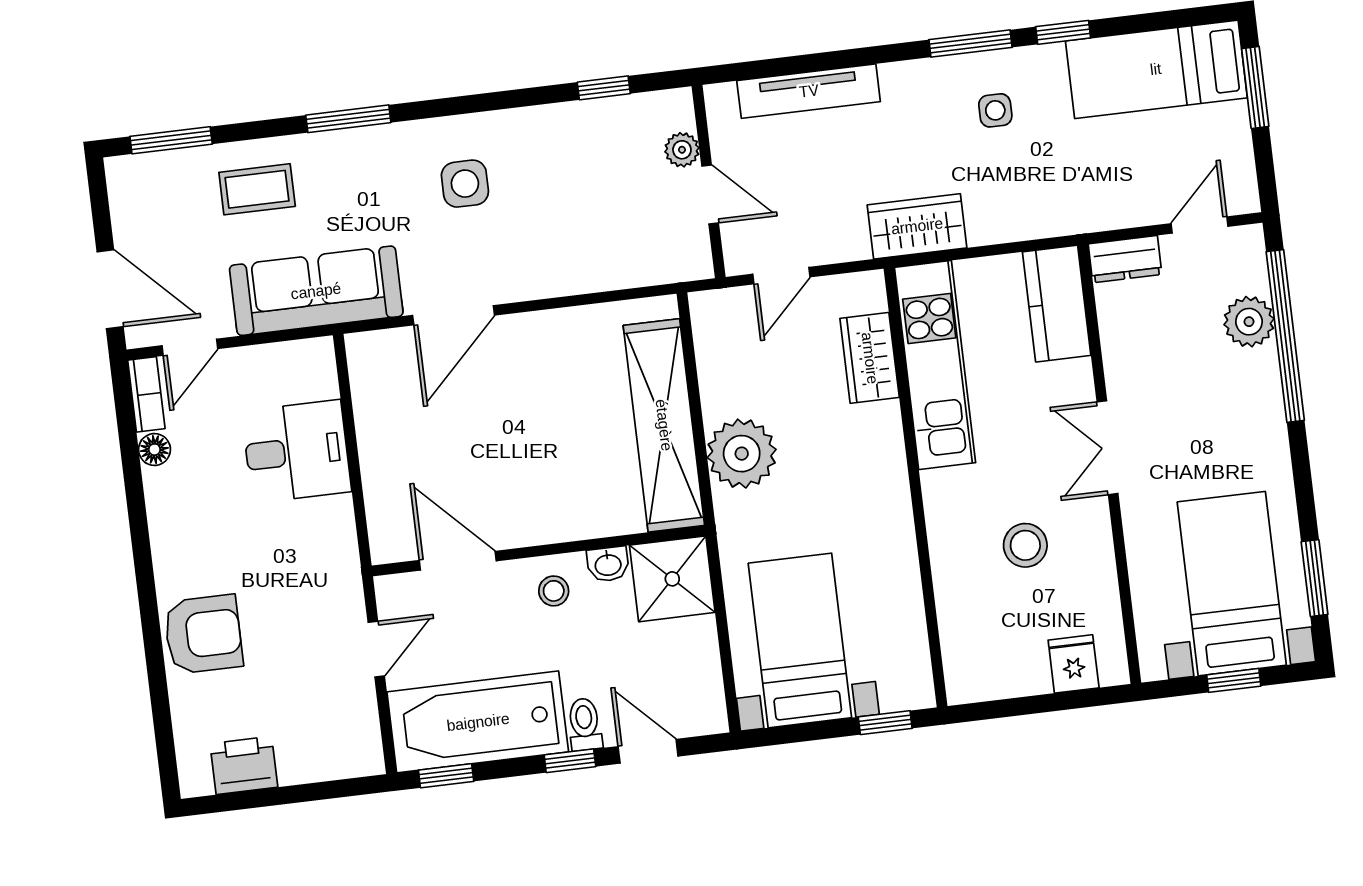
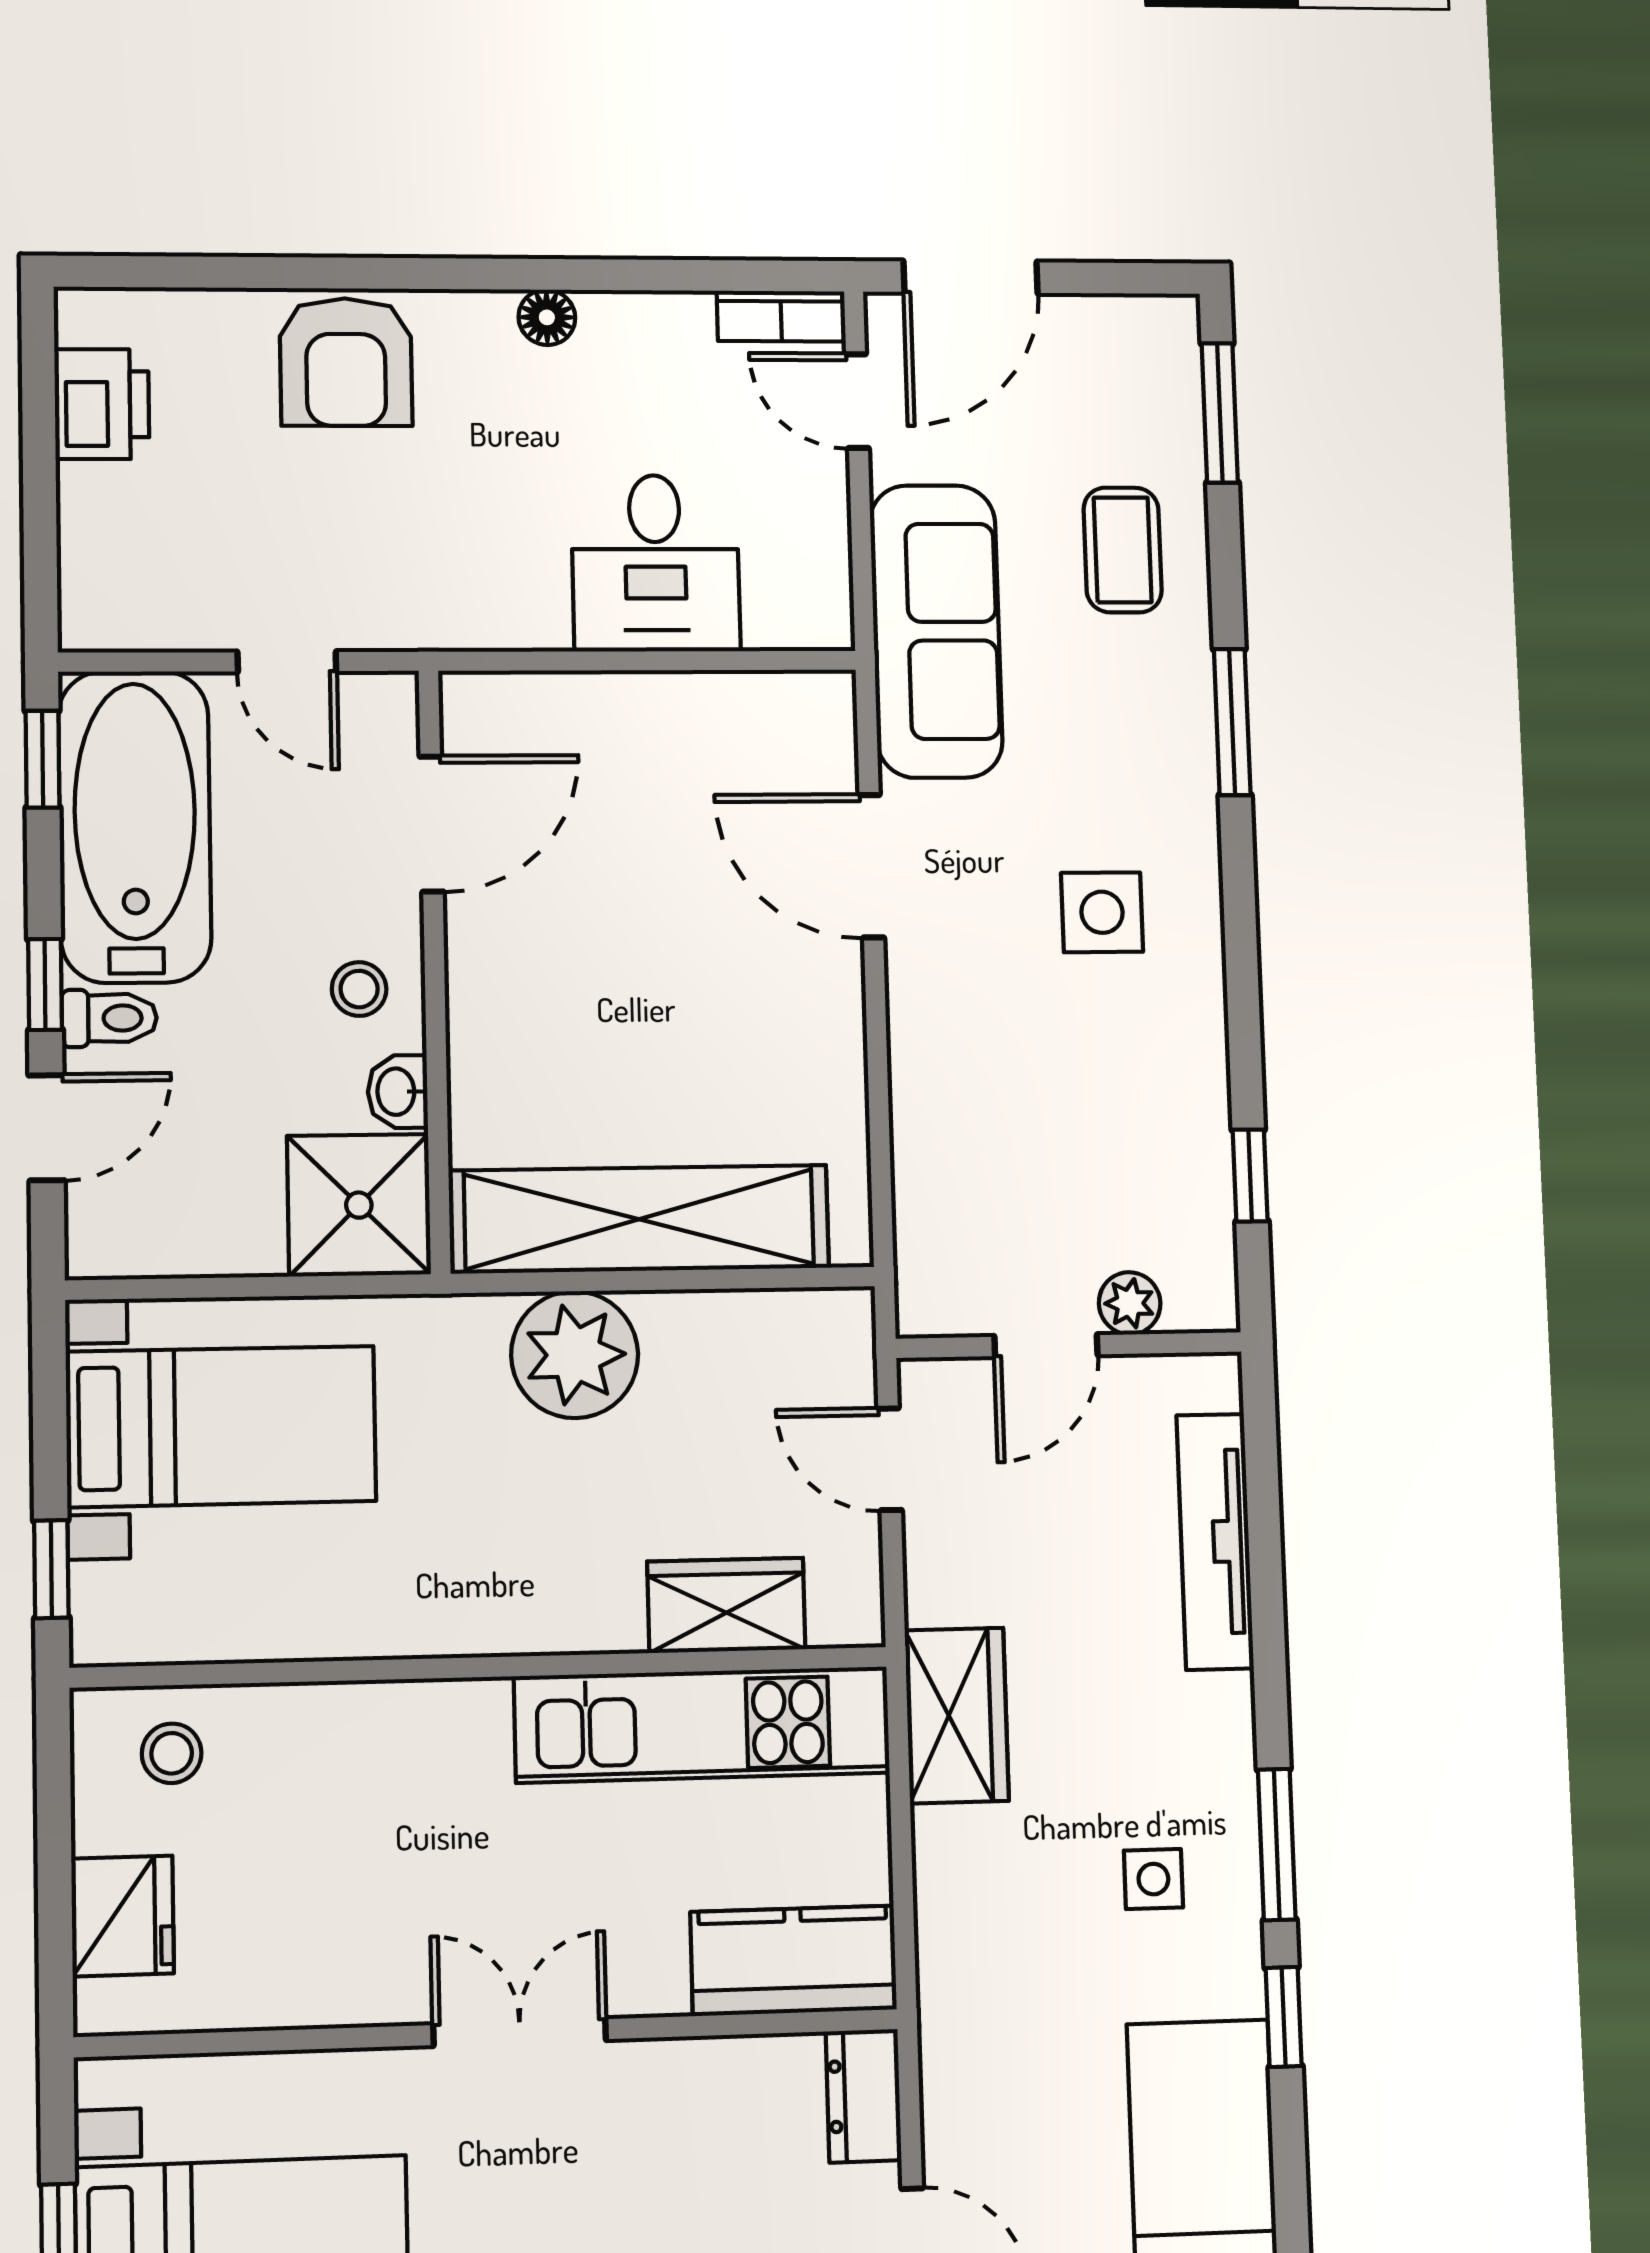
floor lamp: (154, 449) -> (547, 317), moved
stool: (1025, 545) -> (172, 1753), moved, width x0.73, depth x0.73
fridge: (1074, 664) -> (123, 1916), width x1.38

